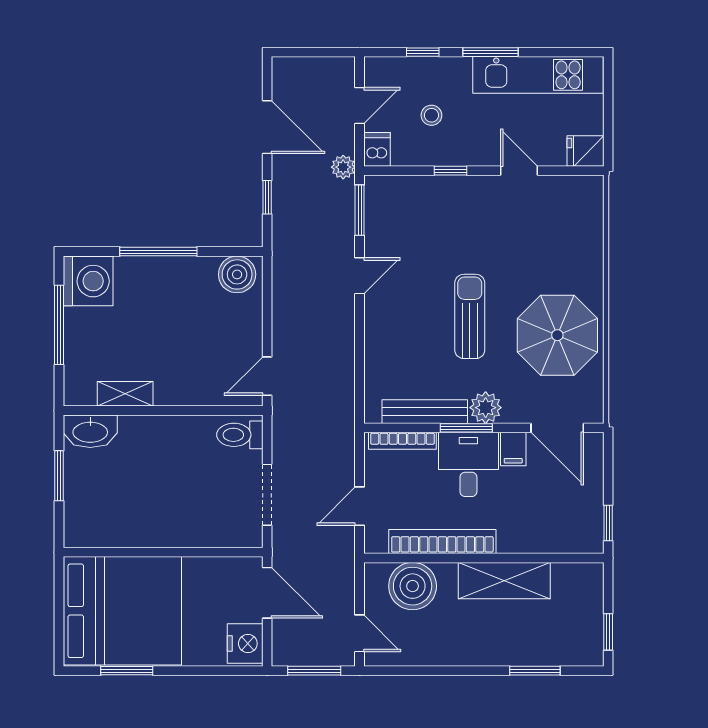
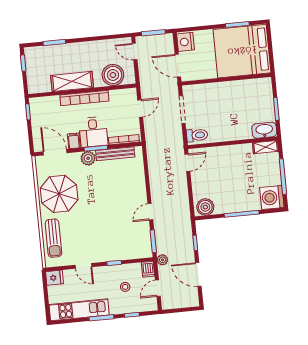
sun lounger: (470, 316) -> (53, 238), moved
shelving: (125, 394) -> (266, 147), moved
bookcase: (442, 541) -> (84, 98), moved

